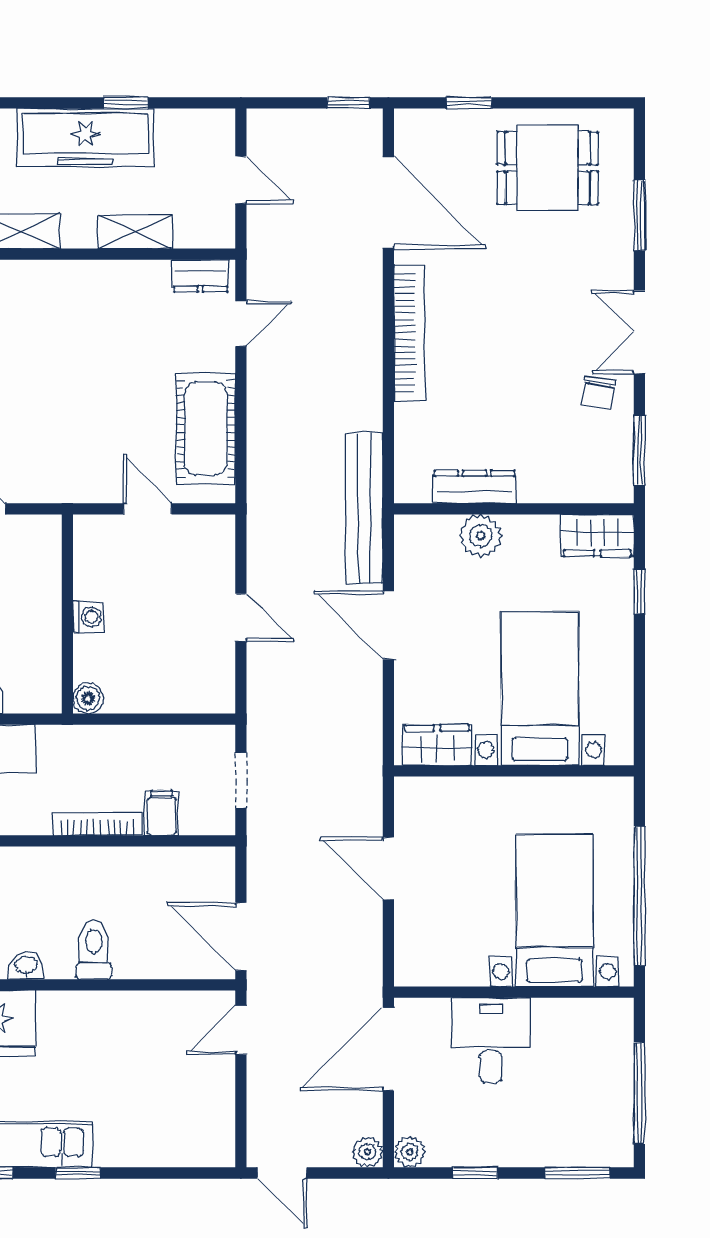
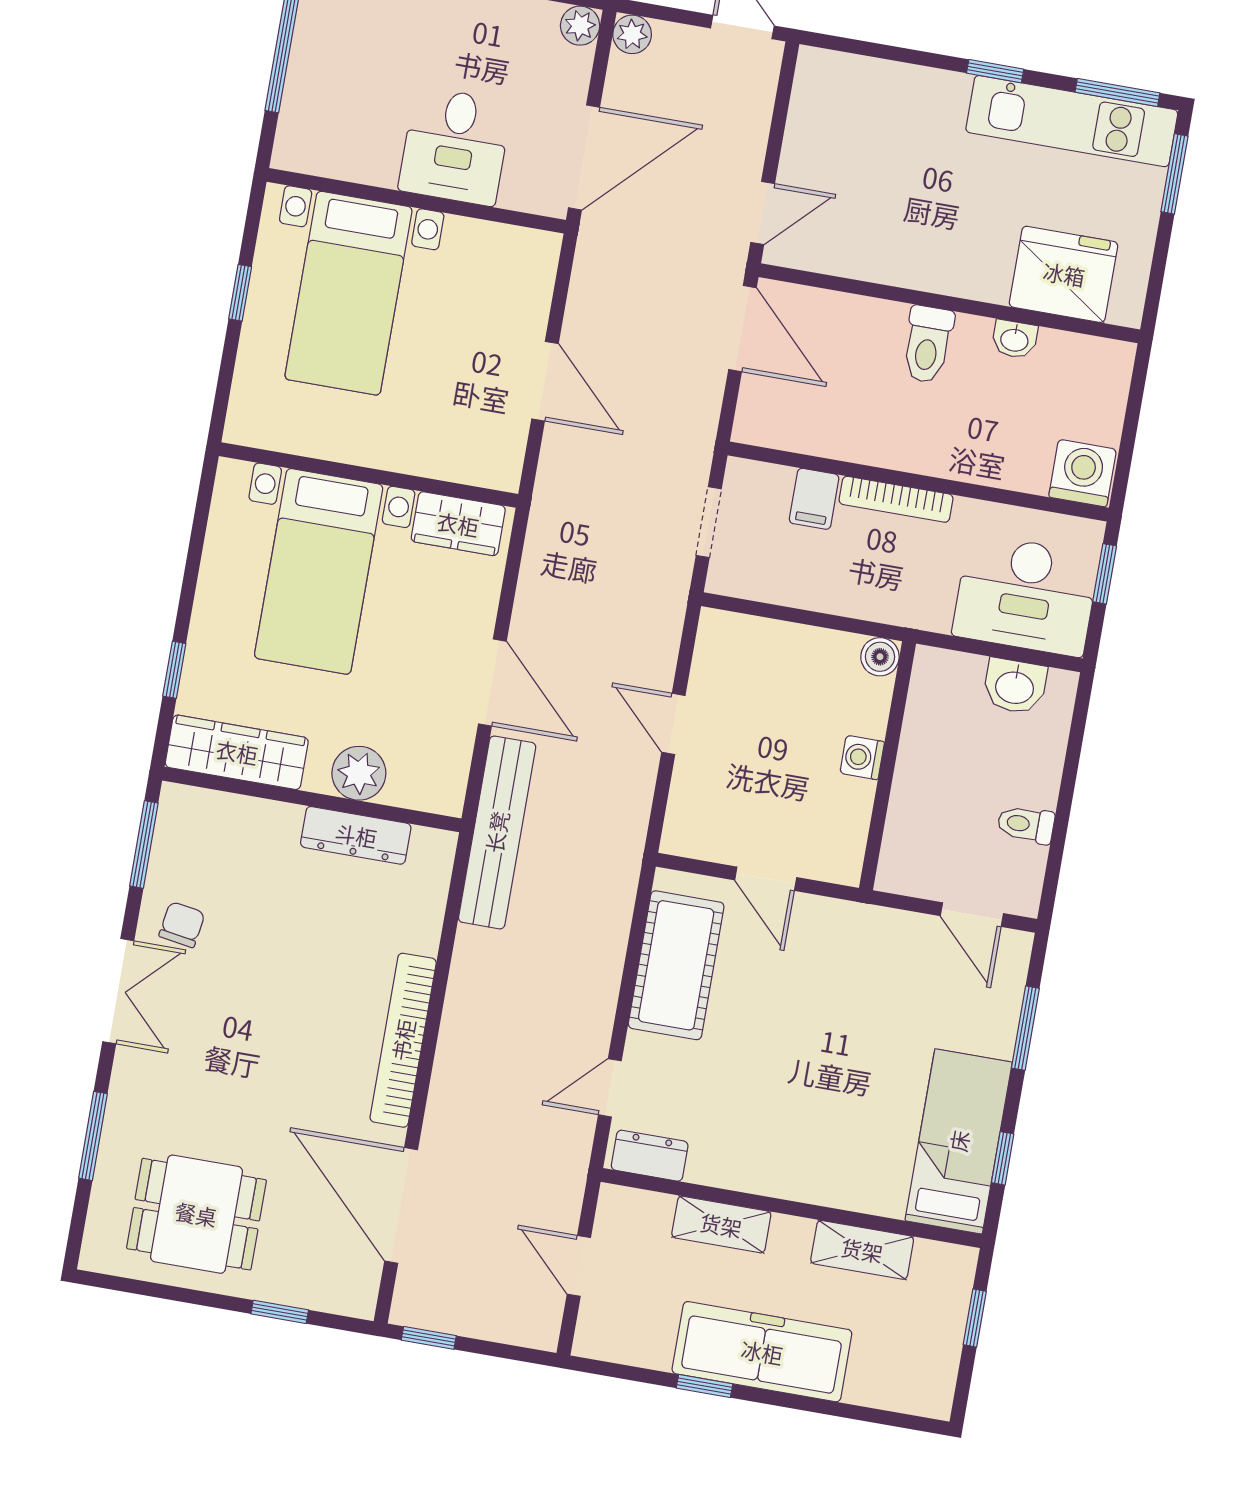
wardrobe: (597, 535) -> (237, 752), width x1.50
window: (639, 896) -> (240, 293), width x0.32

